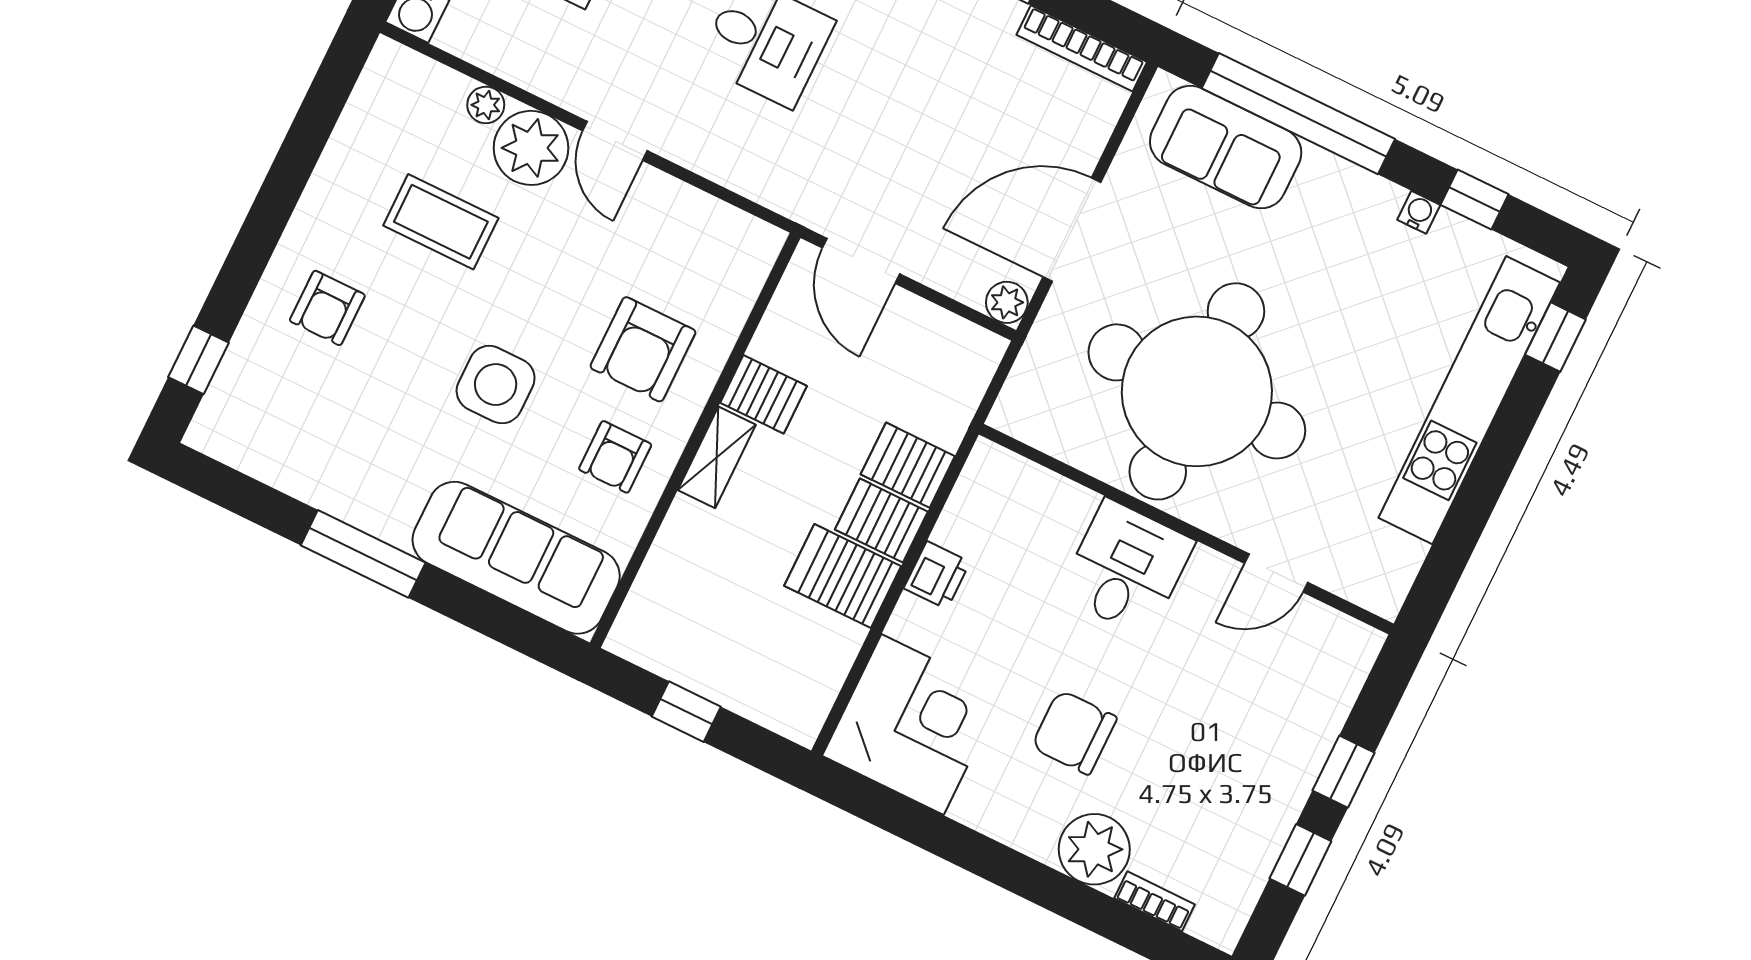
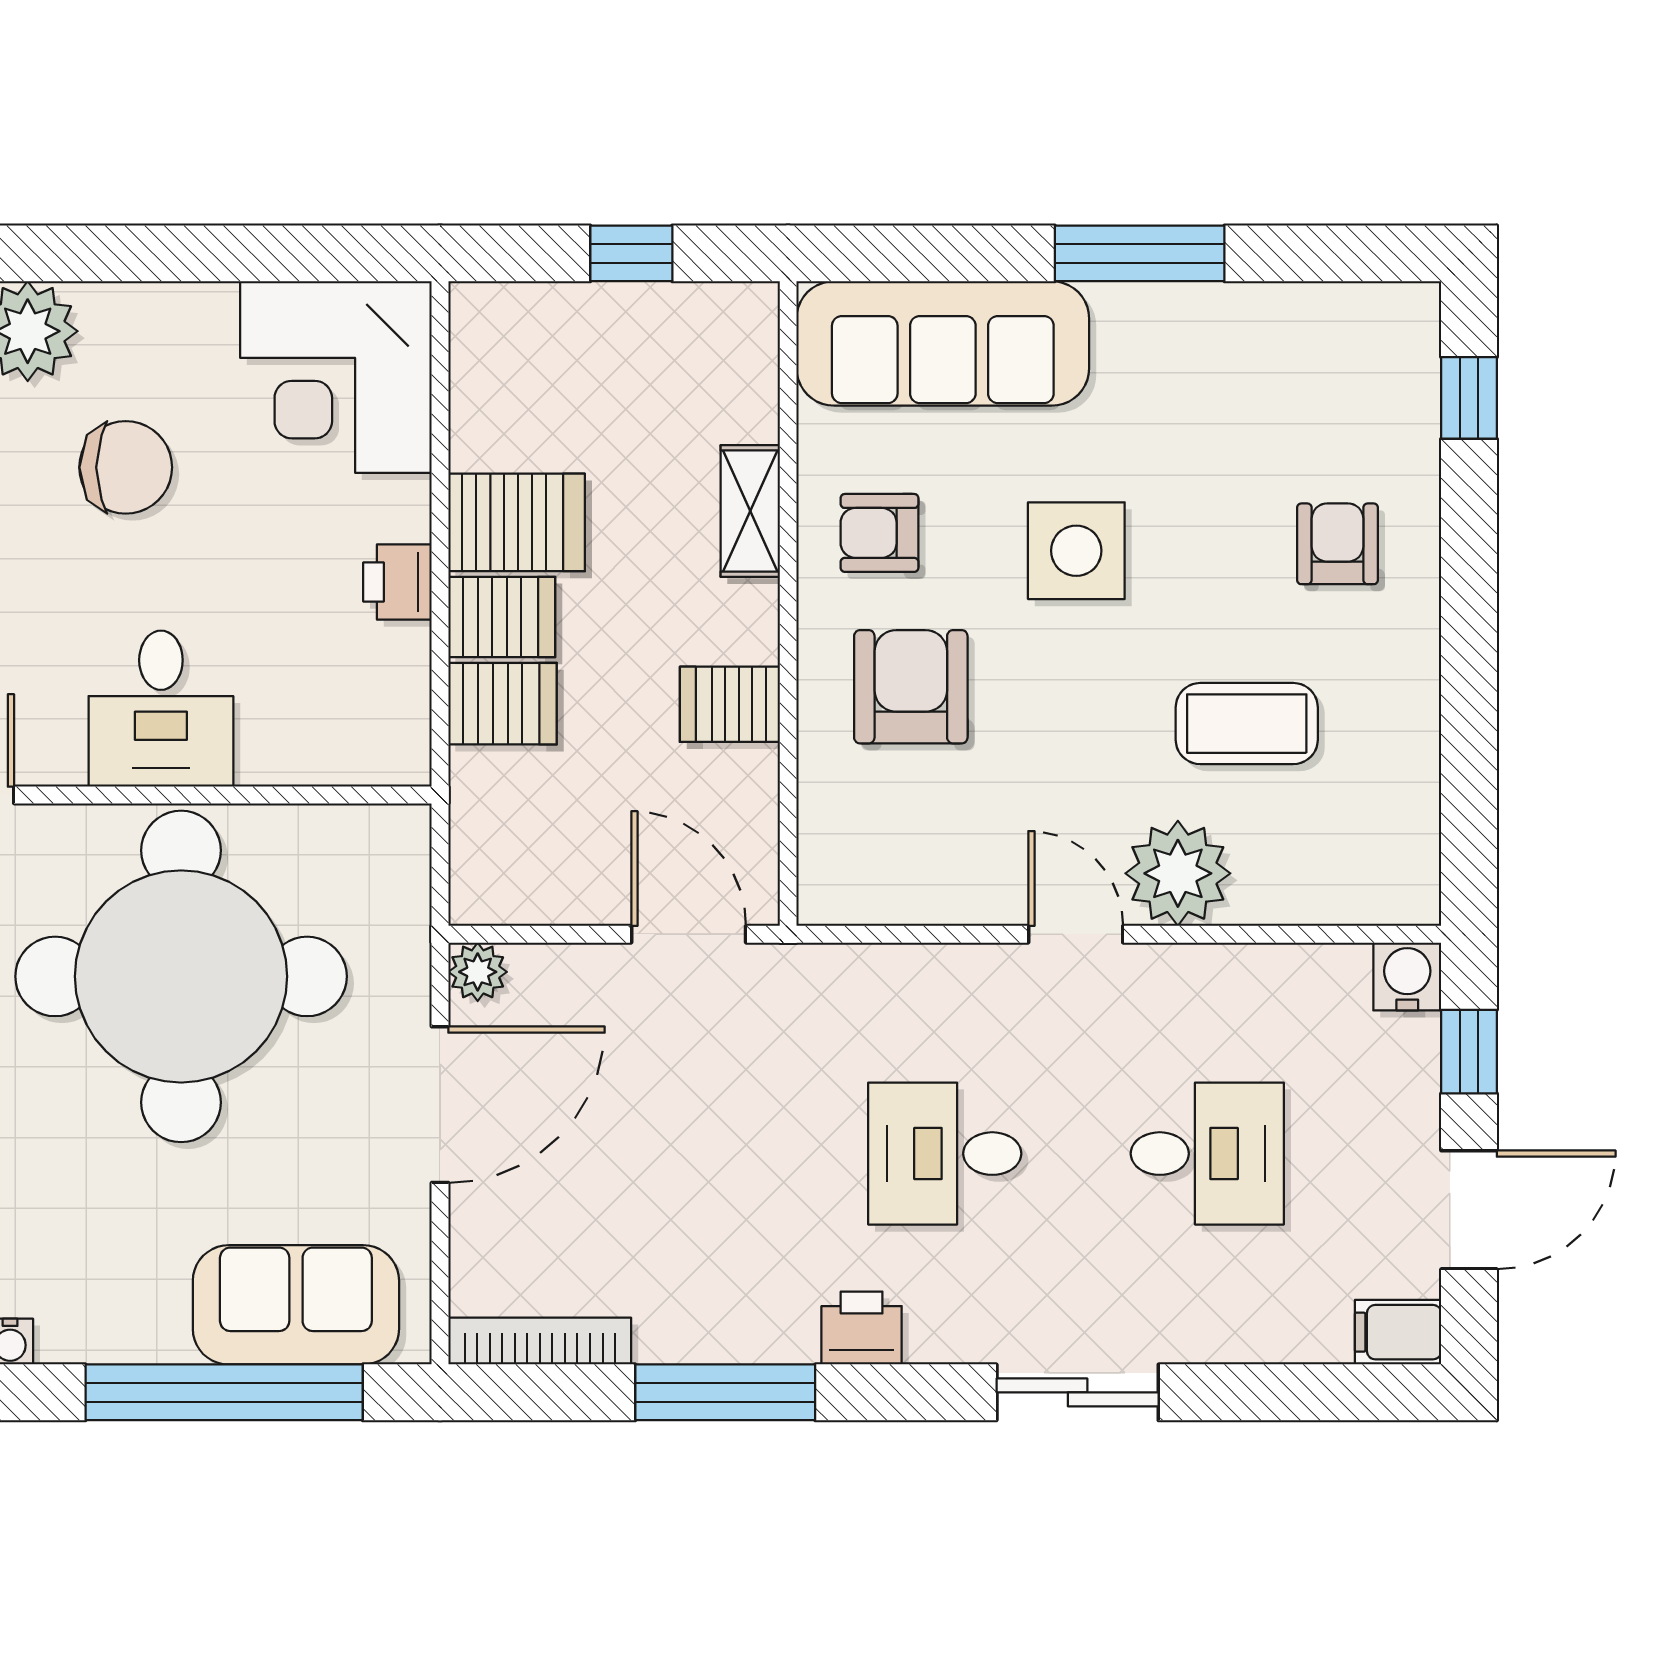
plant: (486, 105) -> (1262, 900), removed
armchair: (615, 457) -> (879, 533), turned -90
shelving: (717, 457) -> (750, 511), moved

